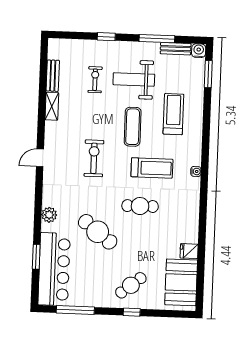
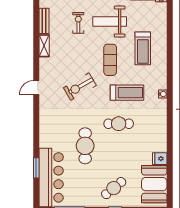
window: (208, 74) -> (170, 15), removed
treadmill: (173, 114) -> (143, 48), turned 180
exercise bike: (94, 158) -> (80, 87), turned -120
plant: (49, 215) -> (45, 134), removed
cafe table: (98, 232) -> (85, 146), turned 52

